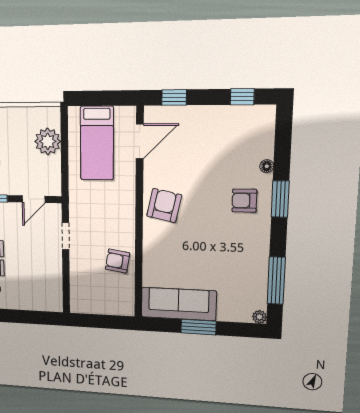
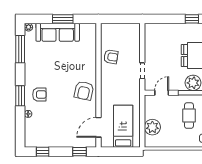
sofa: (179, 304) -> (58, 32), moved

